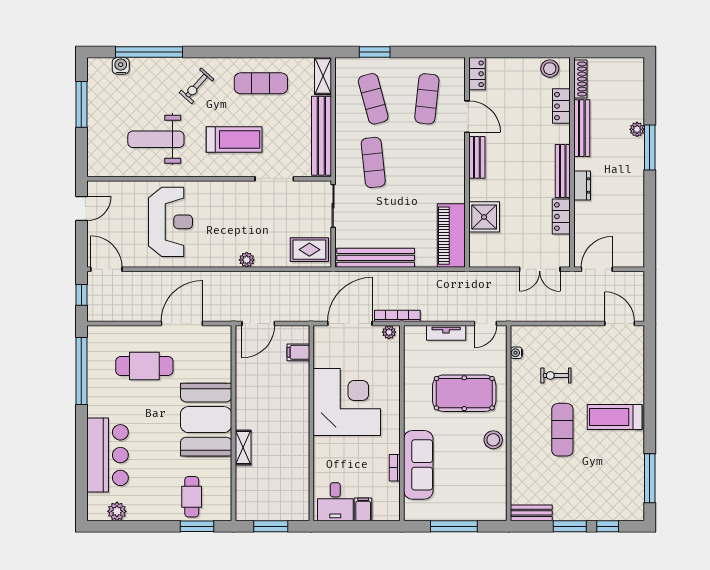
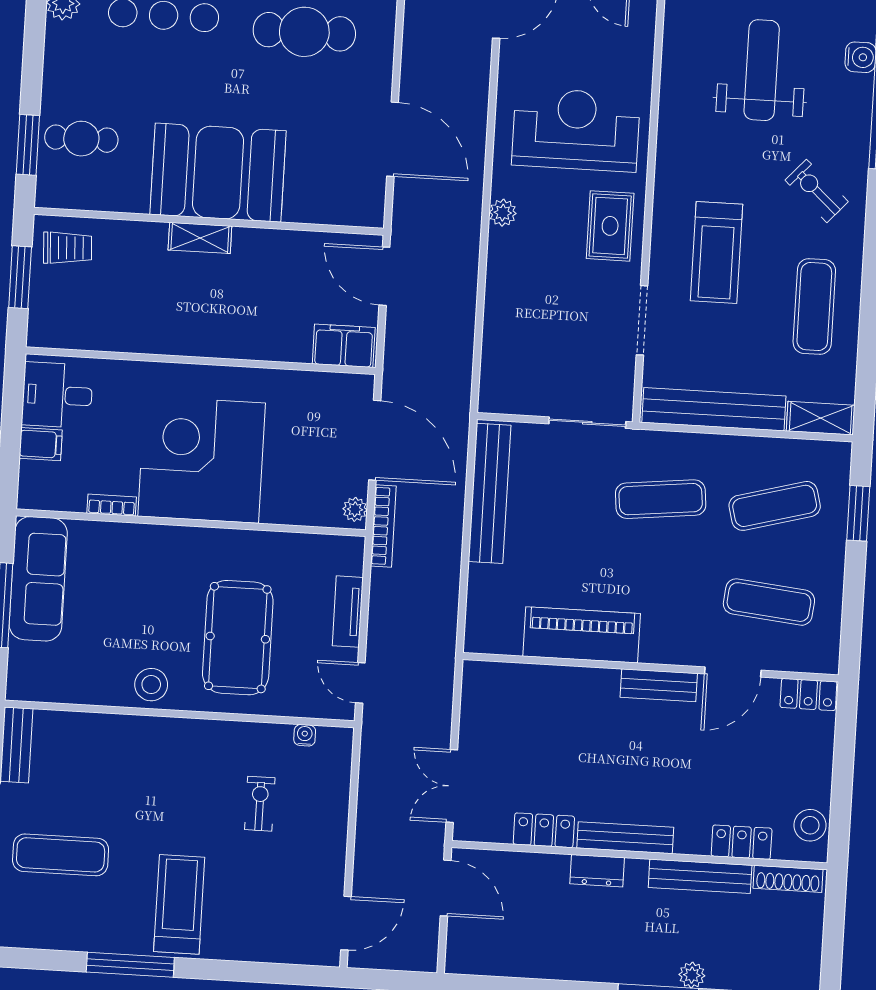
weight bench: (156, 139) -> (762, 70), moved
shower: (484, 217) -> (551, 692), removed
reception desk: (170, 222) -> (576, 130), turned 180
piano: (451, 236) -> (582, 635), moved
rug: (309, 250) -> (610, 226), moved
plant: (247, 260) -> (503, 213), moved
filing cabinet: (298, 352) -> (344, 346), width x2.00
cafe table: (144, 366) -> (304, 32), moved, turned 90
corner desk: (347, 402) -> (202, 460), moved, turned 180
exercise mat: (562, 430) -> (61, 855), moved
shelving: (243, 448) -> (200, 238), moved
sofa: (418, 465) -> (38, 579), moved, turned -90
window: (650, 478) -> (130, 965), moved
trolley: (253, 501) -> (68, 248), added

